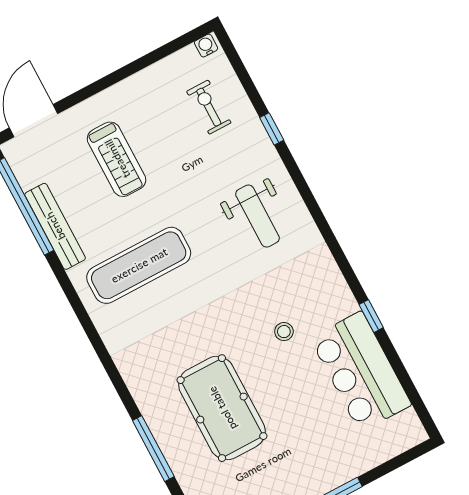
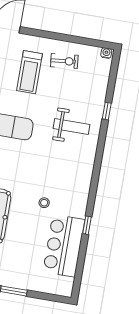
exercise bike: (209, 107) -> (64, 61), moved, turned 84
weight bench: (257, 216) -> (71, 126), moved, turned -90

